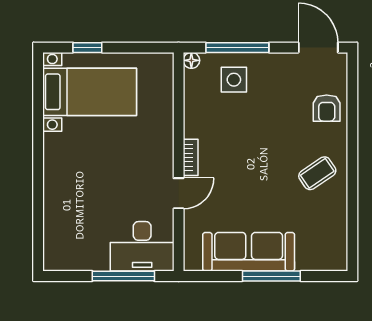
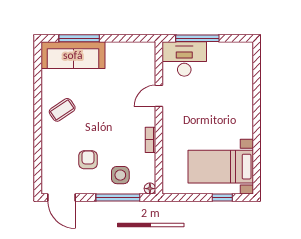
armchair: (327, 108) -> (88, 160), moved
bookcase: (191, 157) -> (150, 140), moved
sofa: (249, 252) -> (73, 55), moved
window: (271, 276) -> (79, 38), moved

